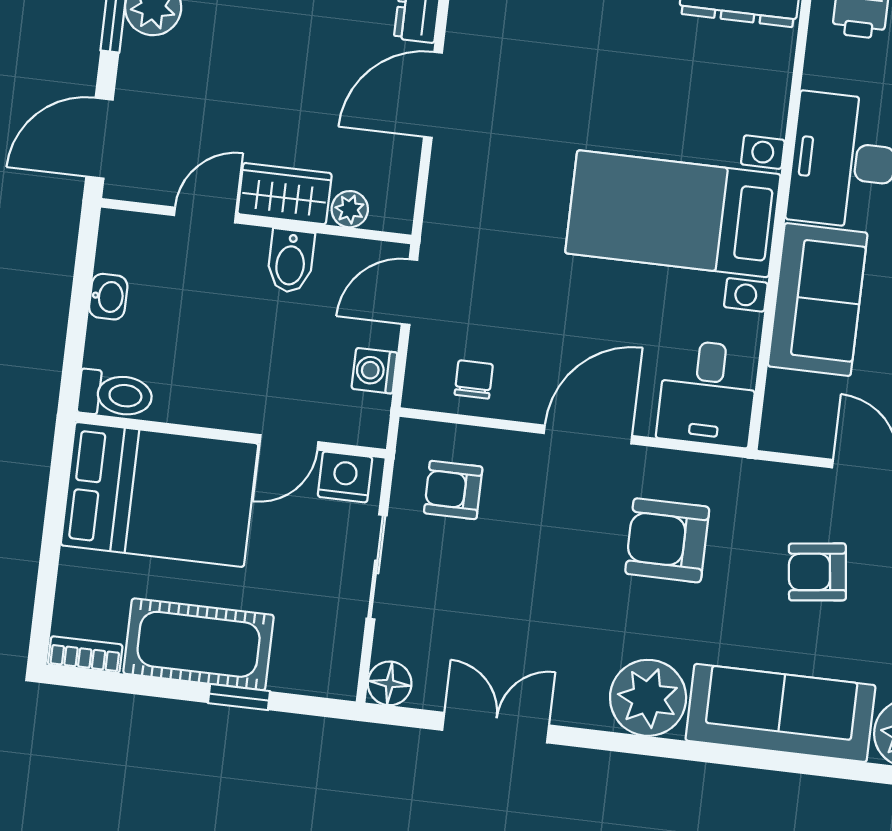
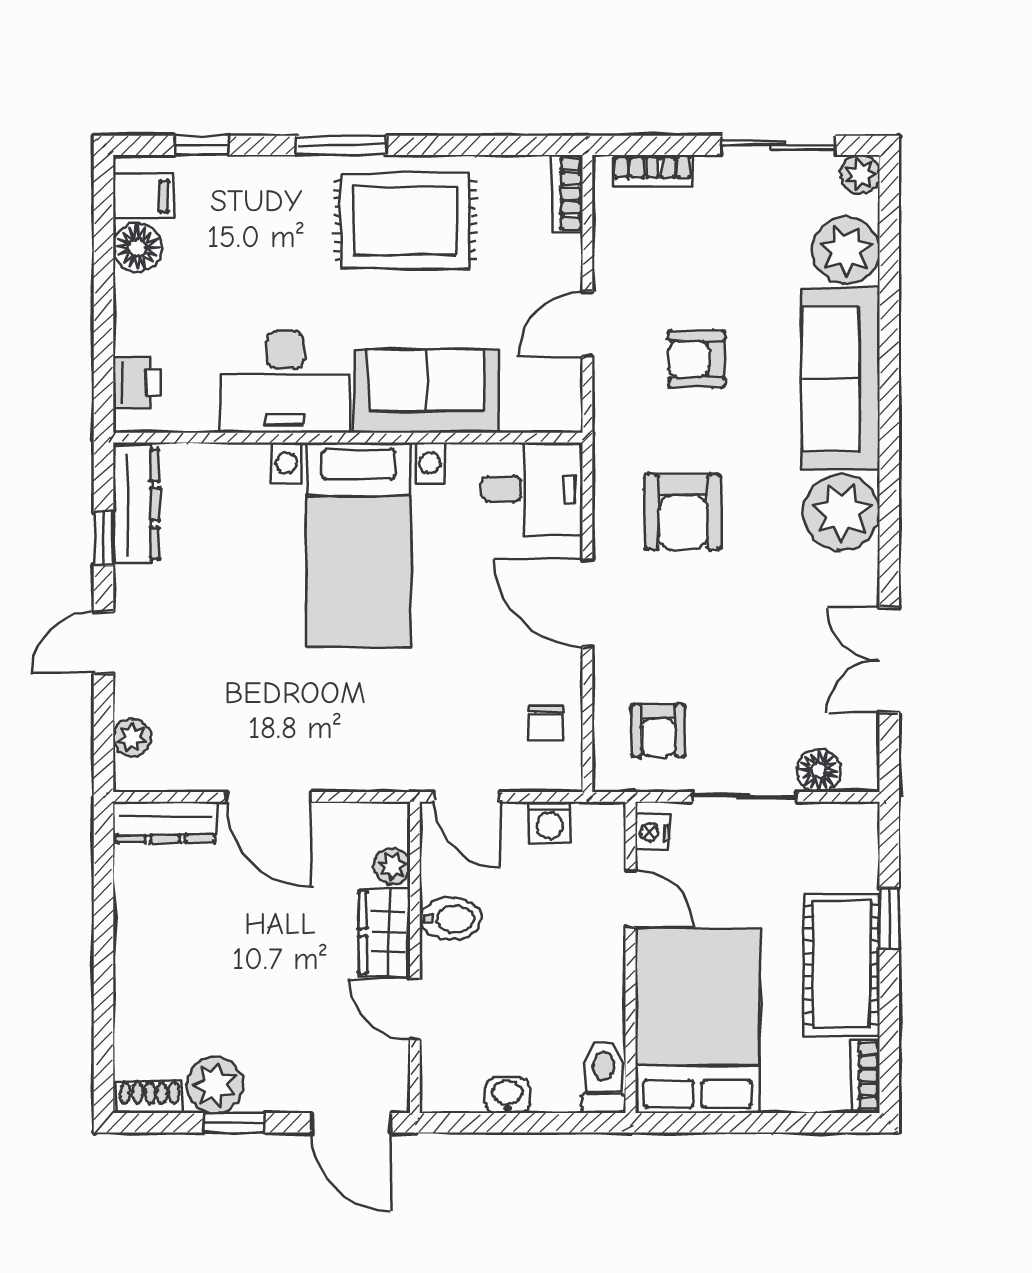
chair: (474, 379) -> (546, 723), turned -90
nightstand: (345, 477) -> (652, 832), width x0.72, depth x0.74
armchair: (817, 572) -> (697, 359), turned 97
floor lamp: (390, 683) -> (819, 770), moved

